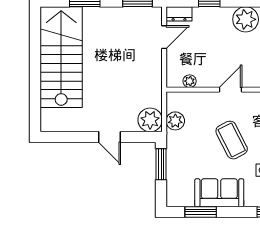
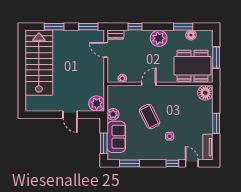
door: (164, 37) -> (106, 50), swing flipped
plant: (175, 121) -> (113, 114), moved
window: (161, 164) -> (104, 143), moved
sofa: (219, 193) -> (116, 137), moved, turned 90

